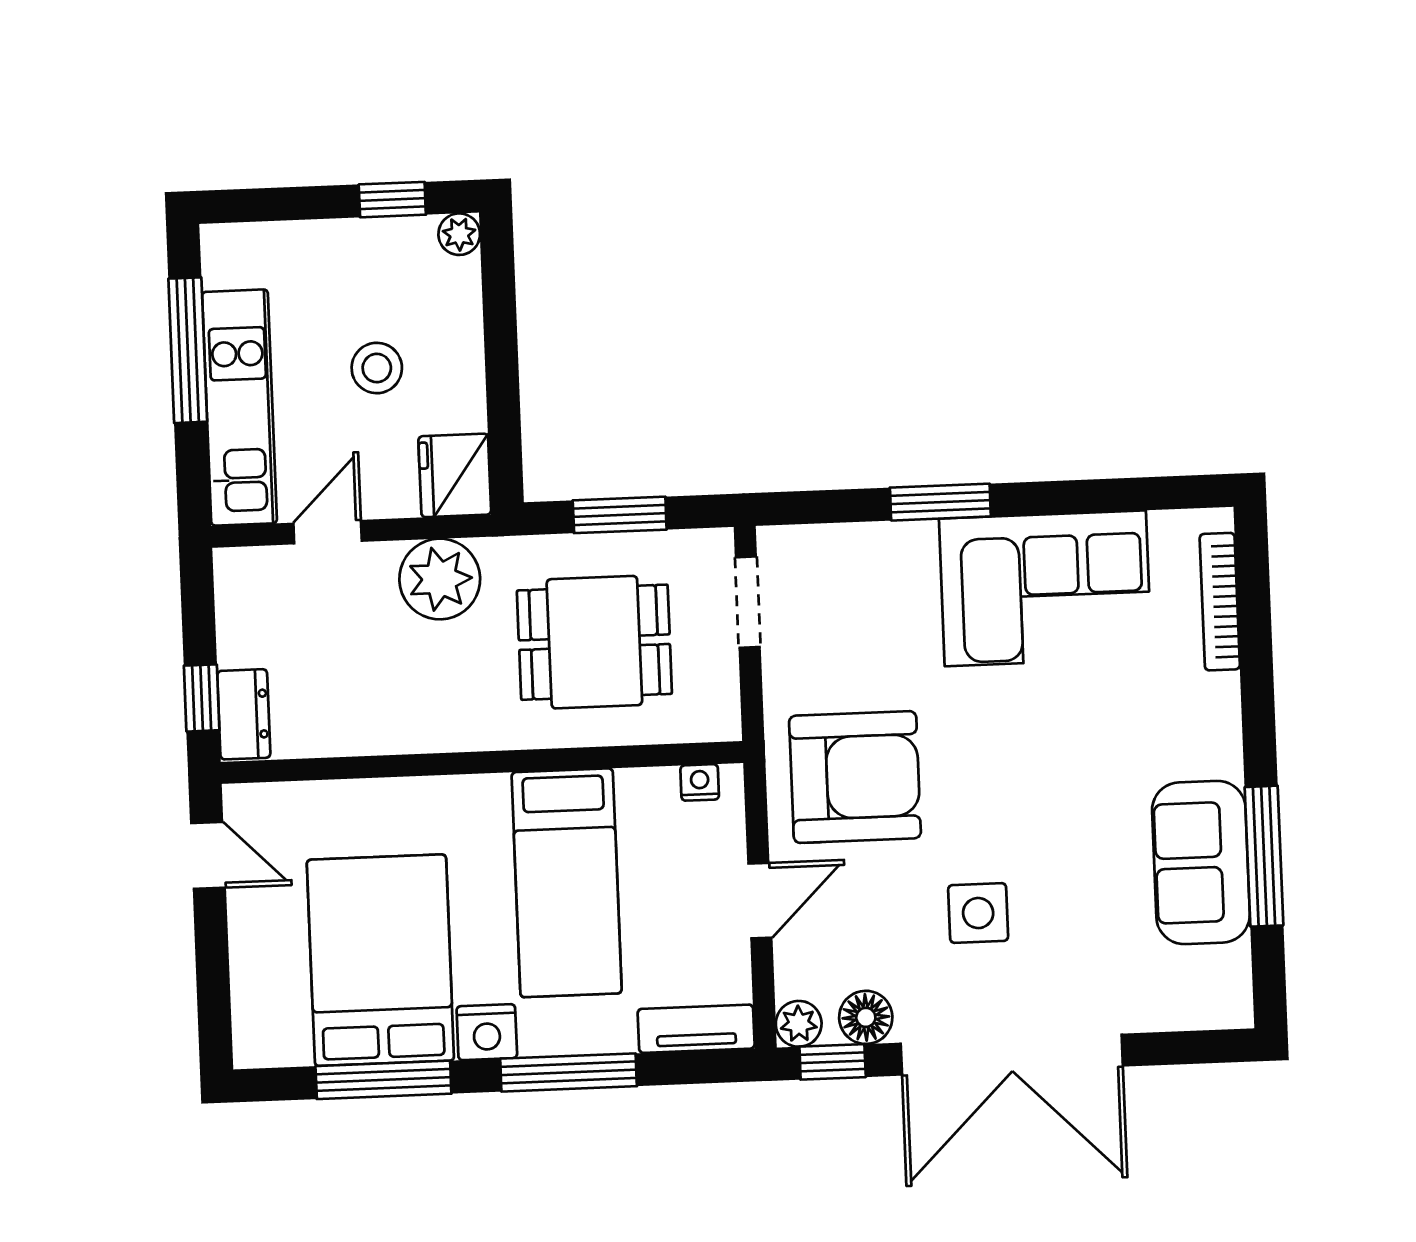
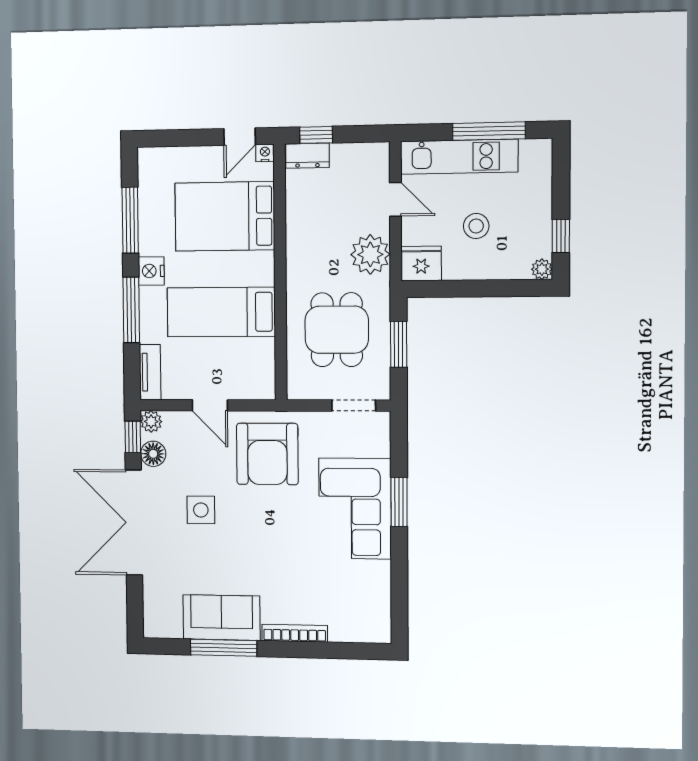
corner sofa: (1045, 588) -> (355, 509), moved
bookcase: (1220, 602) -> (295, 633), moved
nightstand: (700, 782) -> (265, 153), moved, turned -90
bed: (380, 960) -> (225, 216), moved, turned 180

